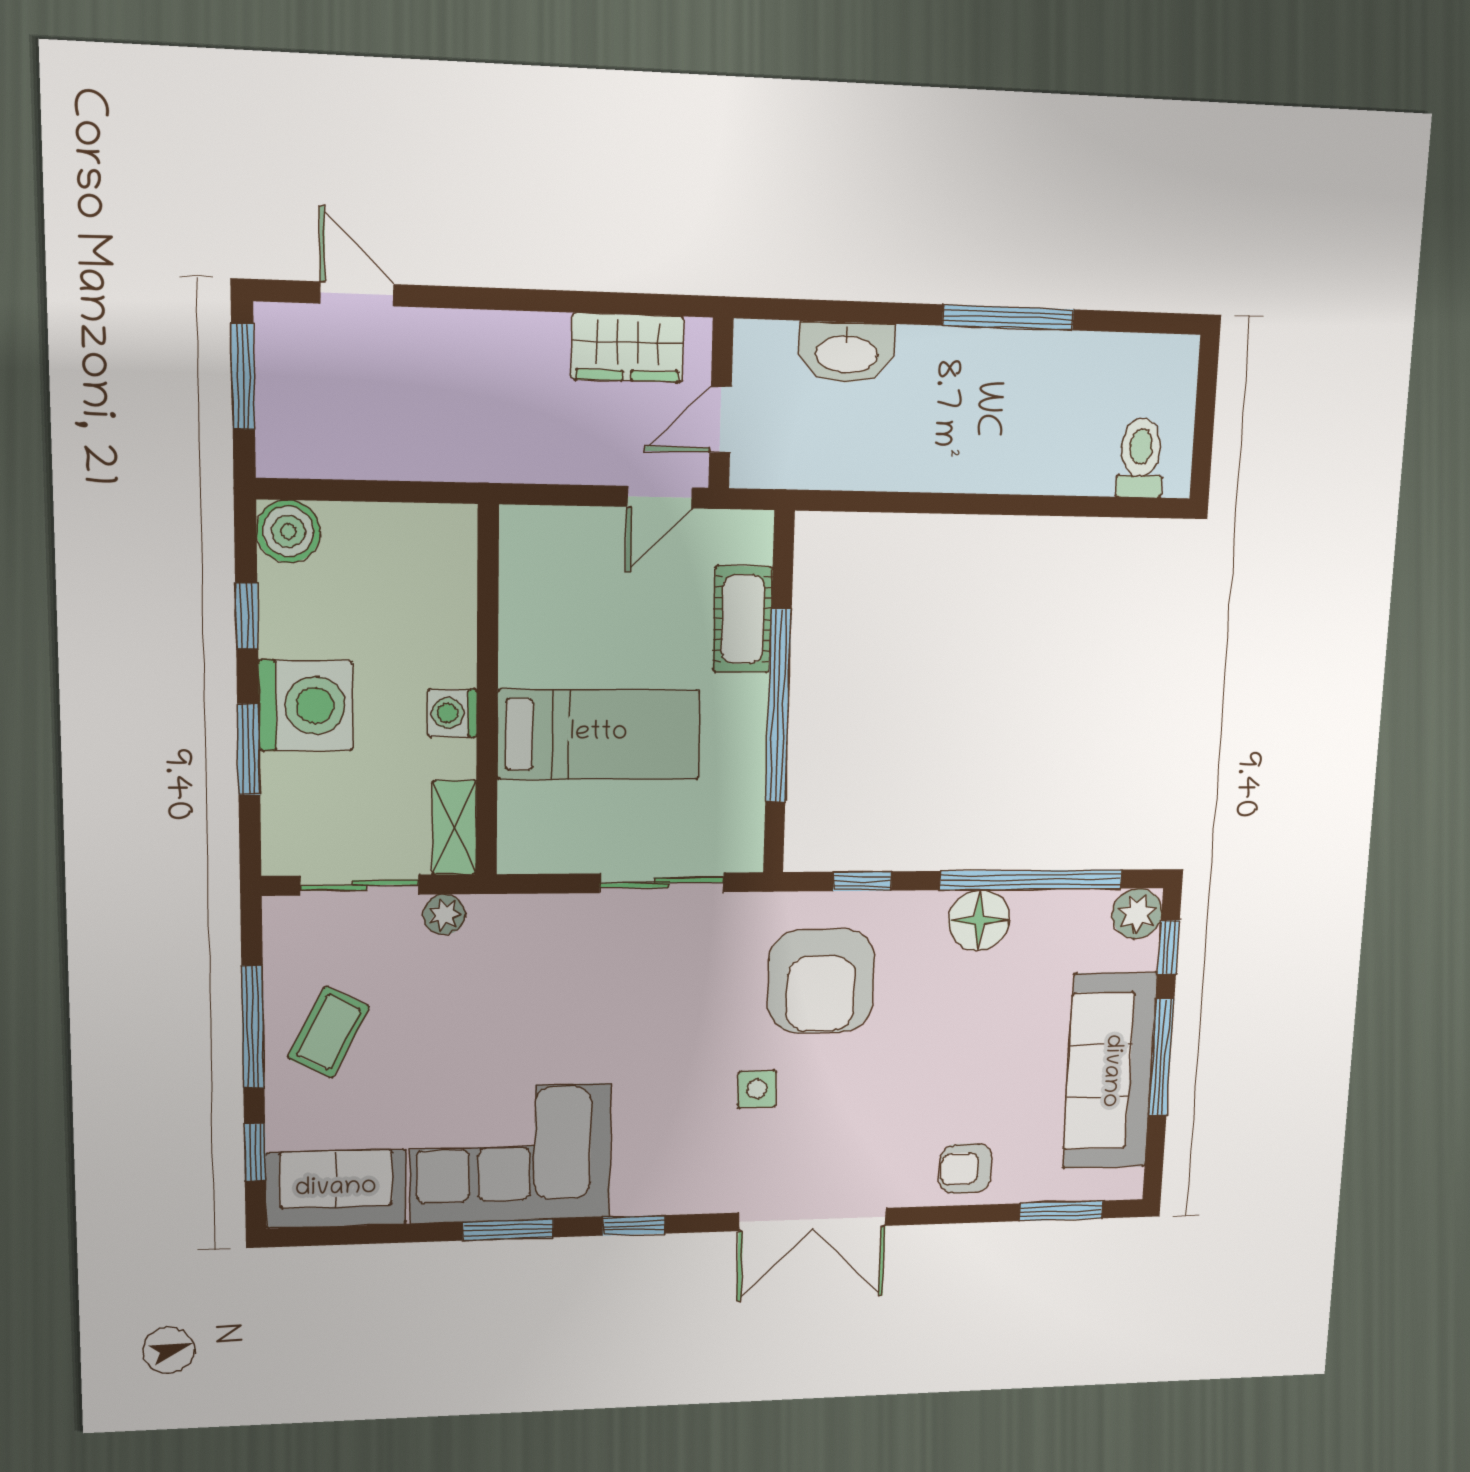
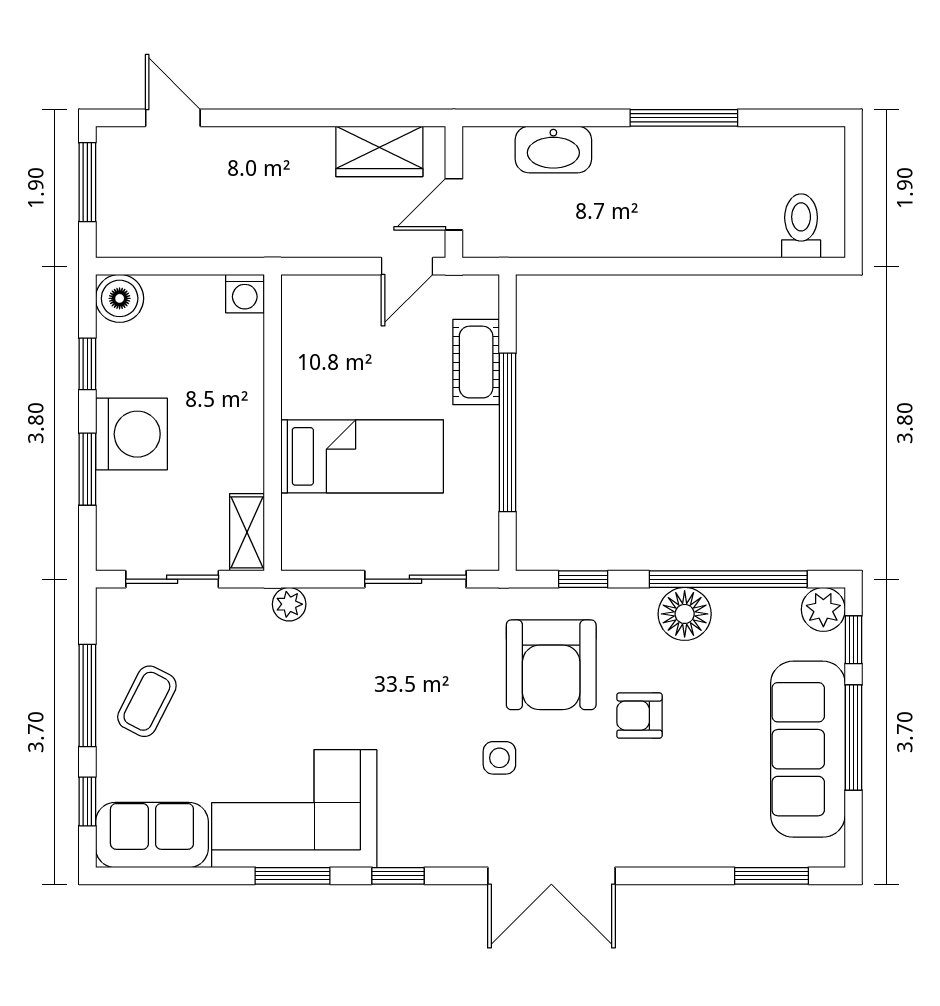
washing machine: (452, 713) -> (245, 294), moved, turned -90
plant: (444, 915) -> (289, 604), moved
armchair: (966, 1169) -> (639, 716), moved

